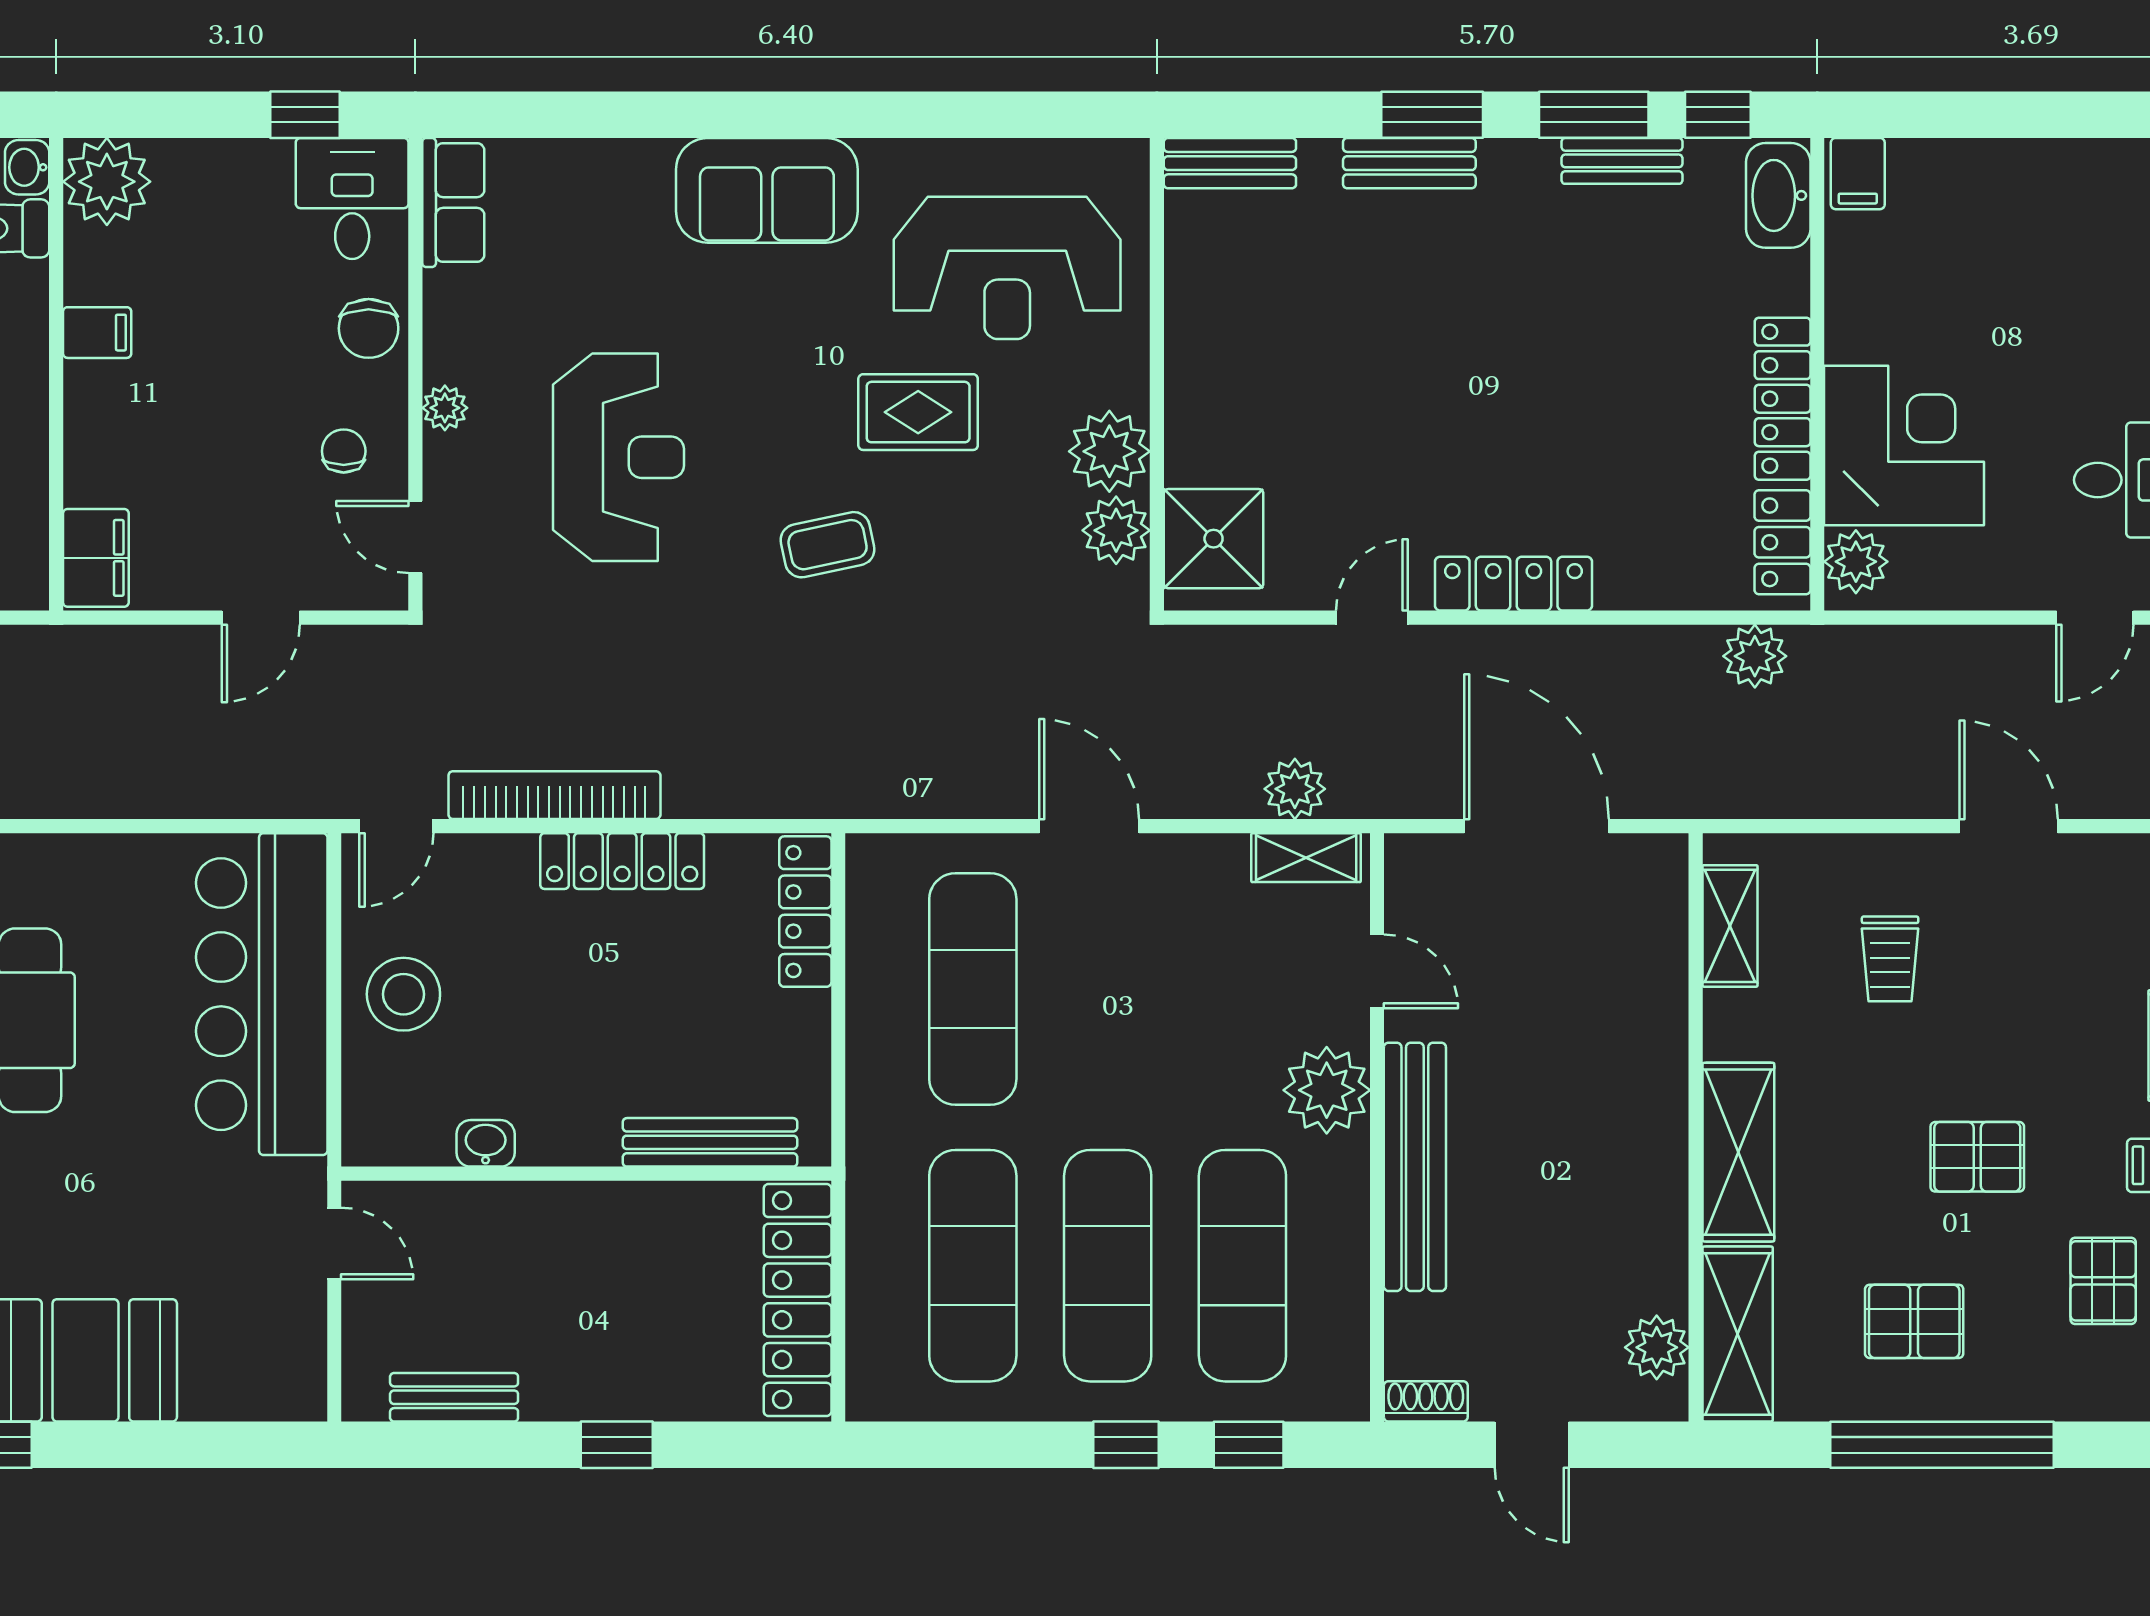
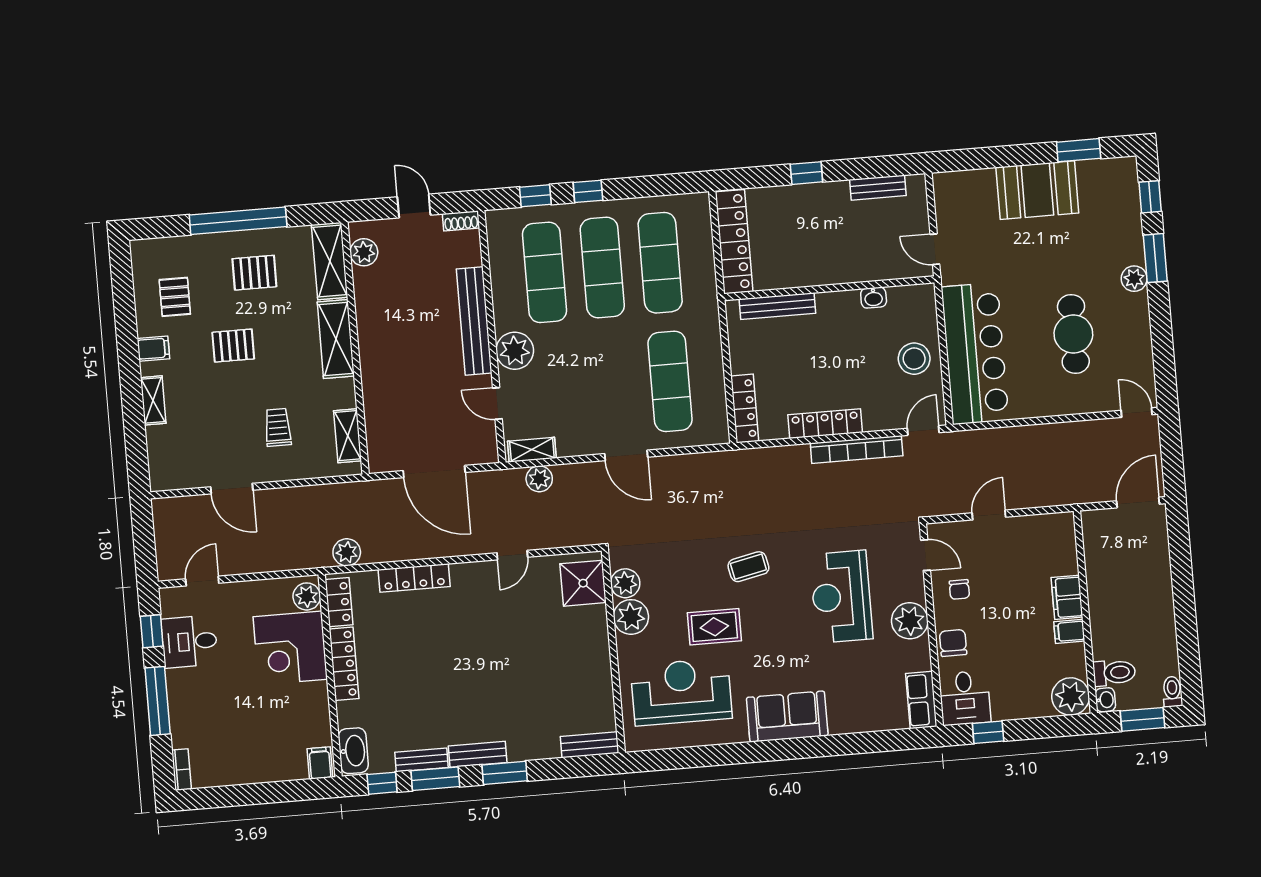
bench: (1409, 163) -> (478, 754), moved
plant: (445, 408) -> (910, 621), width x1.88, depth x1.88
filing cabinet: (96, 558) -> (1067, 597), moved
locker: (1514, 584) -> (414, 578), moved

